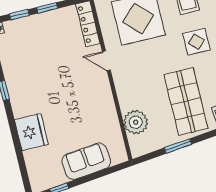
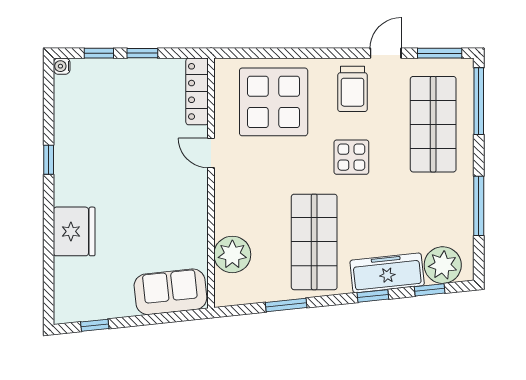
sofa: (86, 161) -> (170, 292), moved

